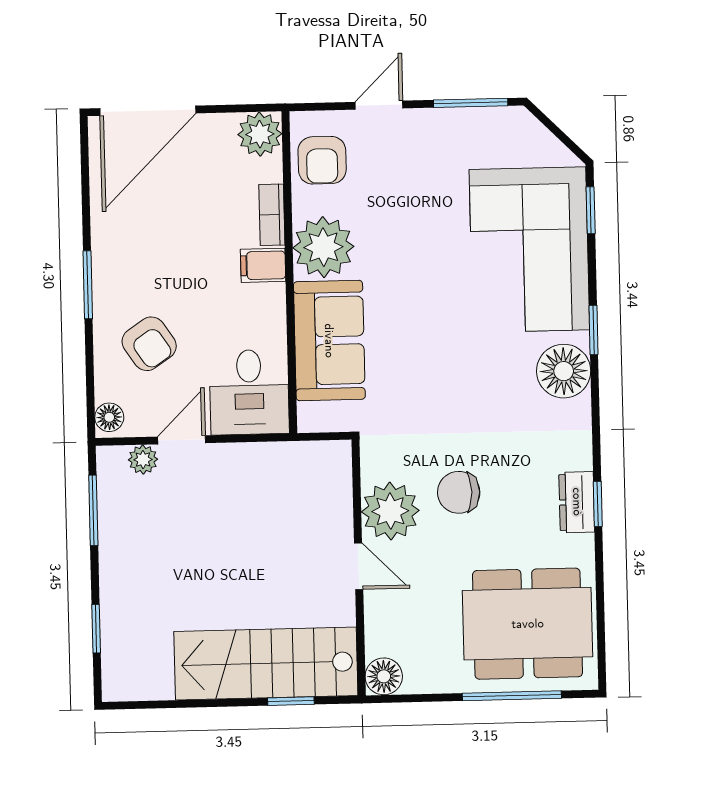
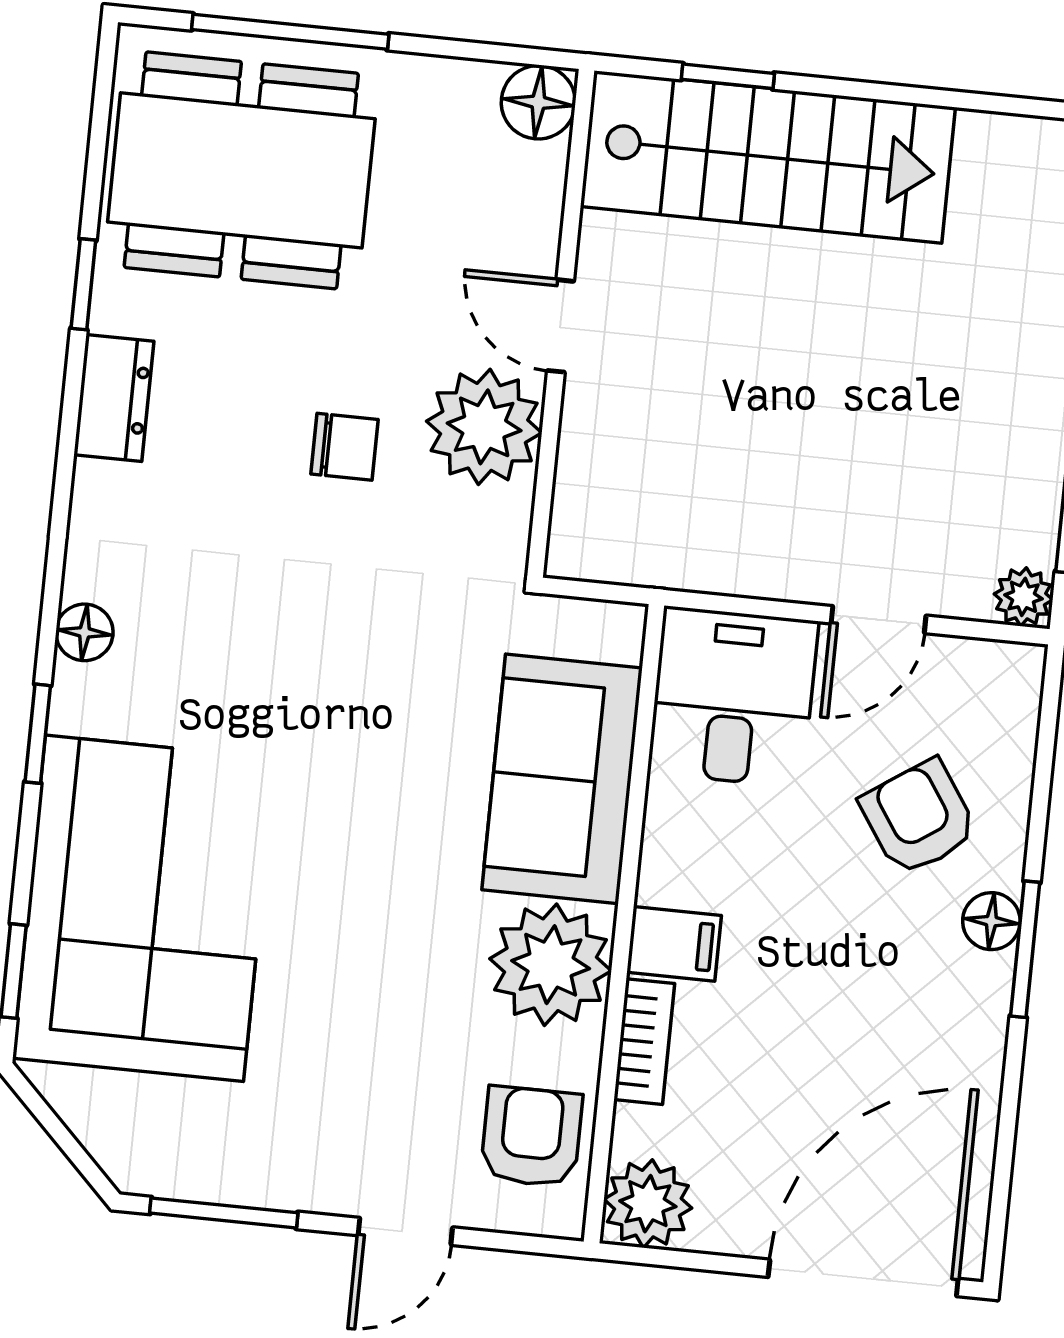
floor lamp: (564, 371) -> (84, 632), width x0.53, depth x0.53
floor lamp: (109, 417) -> (991, 921), moved
plant: (143, 460) -> (1023, 597), moved
chair: (459, 492) -> (345, 447), width x0.73, depth x0.73
window: (598, 504) -> (83, 284), moved

